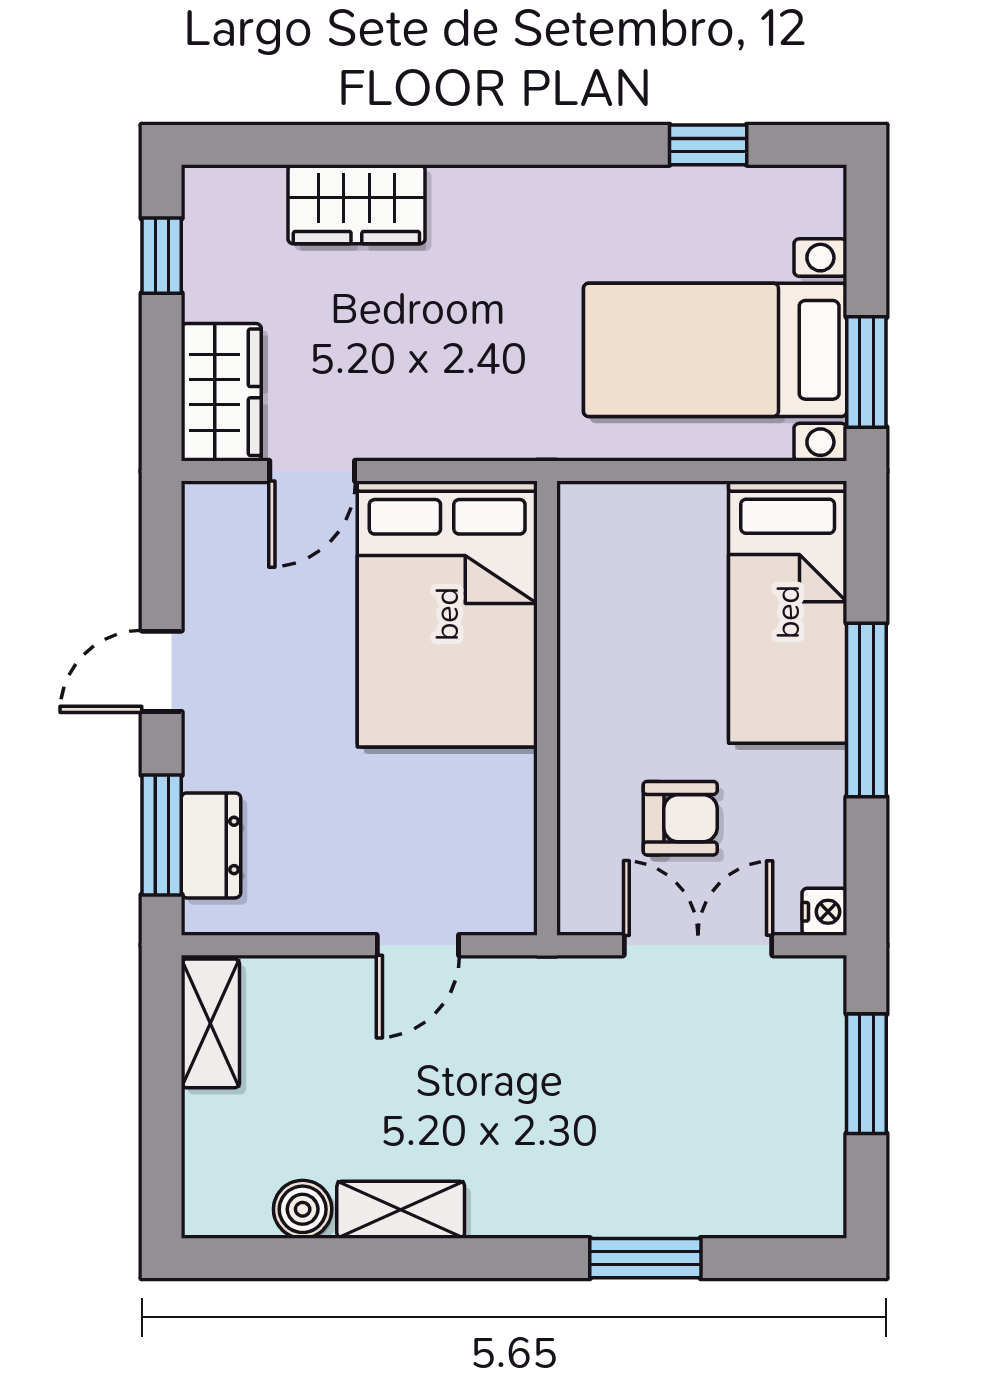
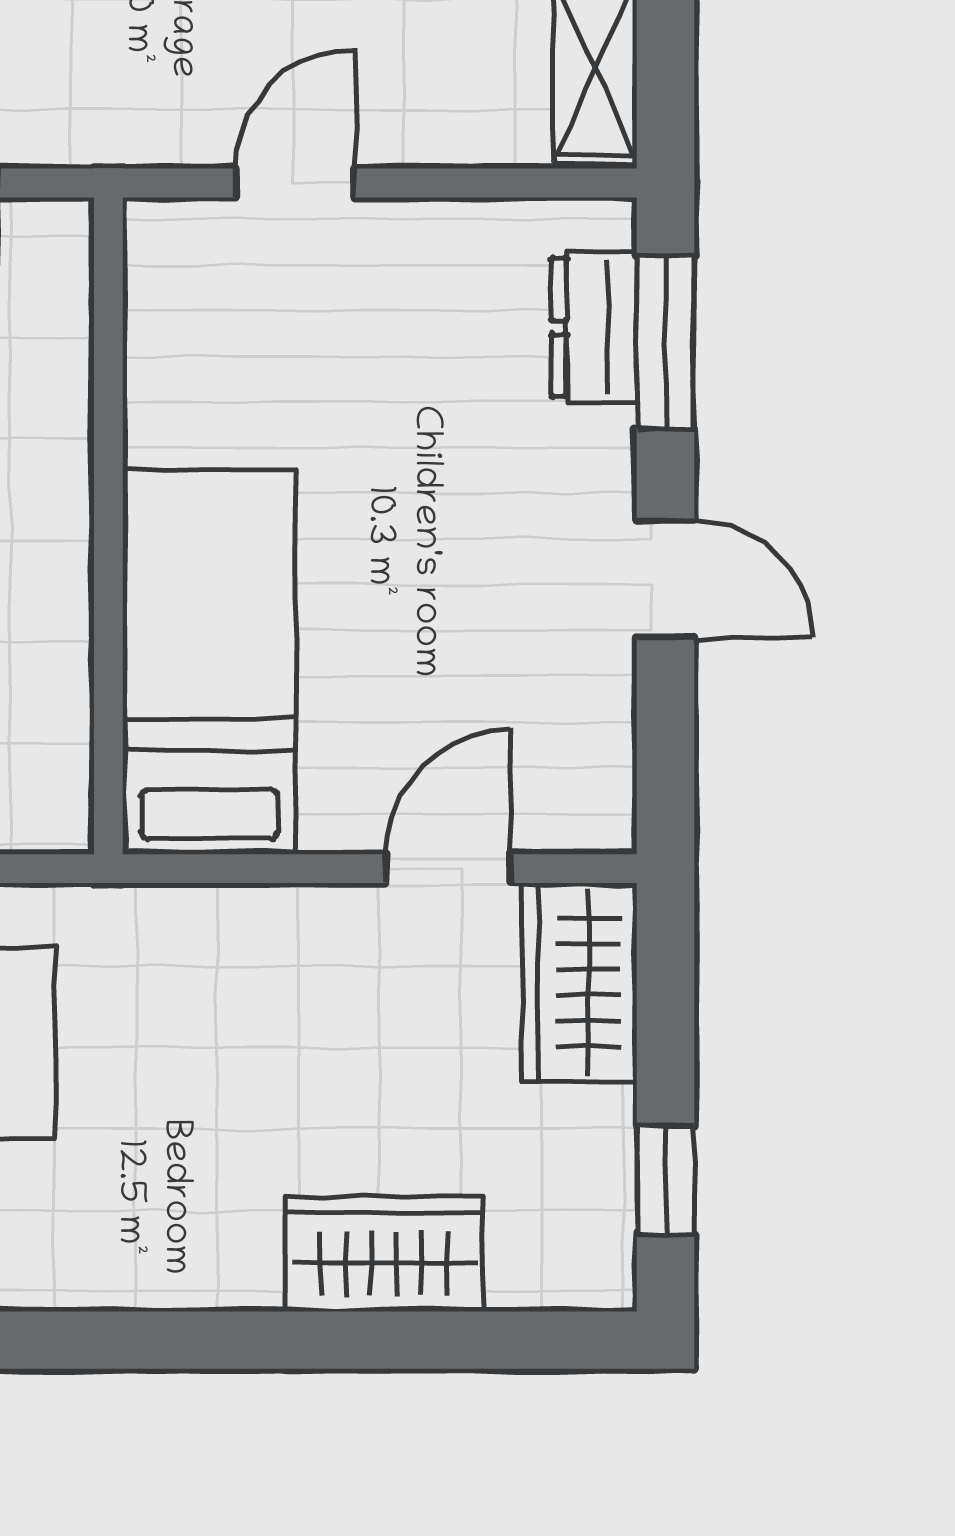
bed: (447, 614) -> (209, 662), width x0.67
door: (162, 671) -> (665, 579), hinge flipped

